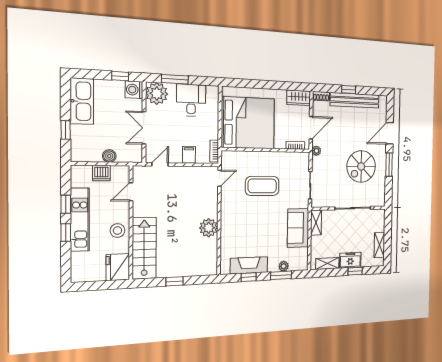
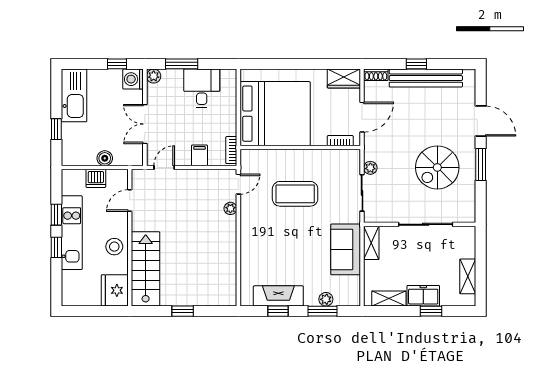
plant: (157, 94) -> (154, 76), width x0.53, depth x0.53
door: (390, 133) -> (481, 121), swing flipped
plant: (316, 151) -> (370, 168), moved
plant: (209, 228) -> (230, 208), moved, width x0.53, depth x0.53

